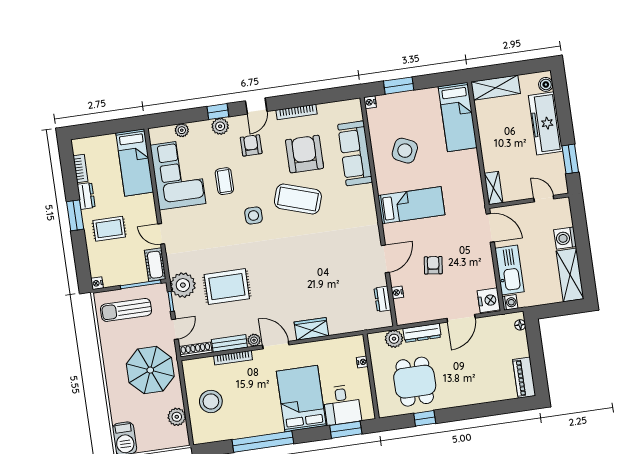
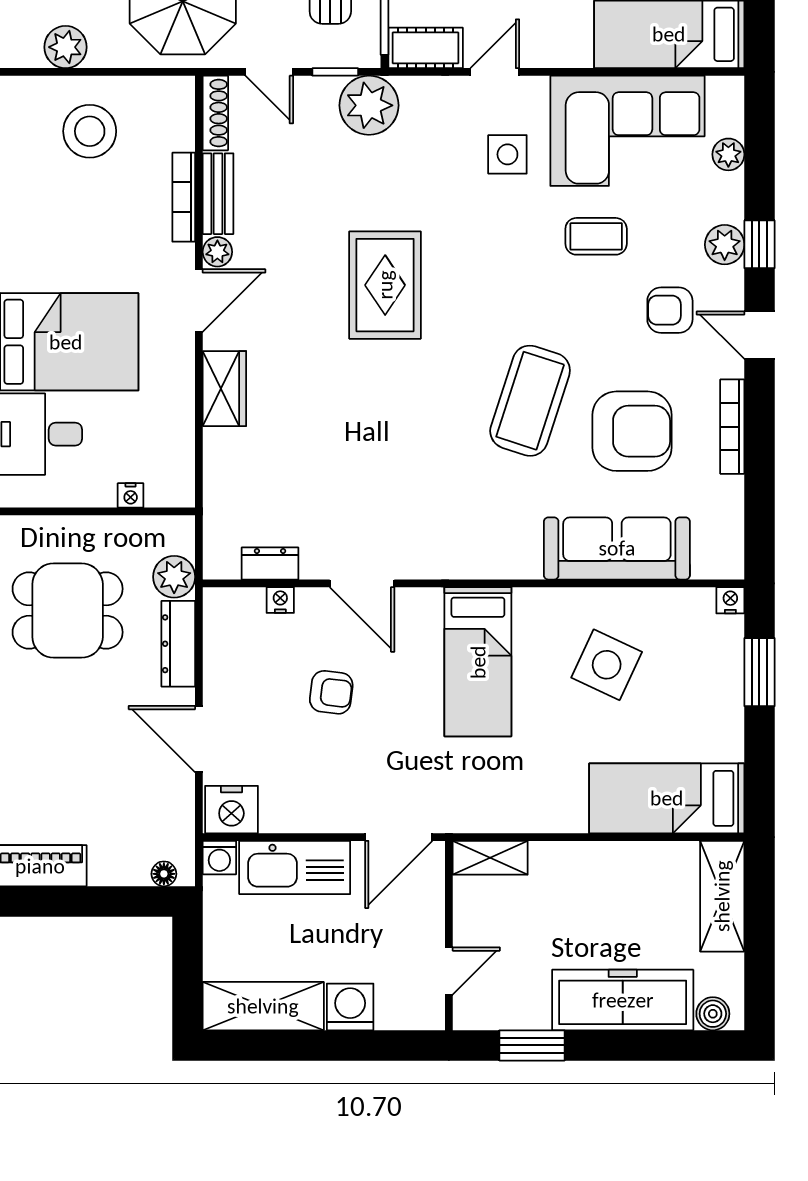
armchair: (251, 145) -> (670, 310), turned 180
side table: (254, 215) -> (507, 154), moved
rug: (227, 287) -> (385, 285), moved

